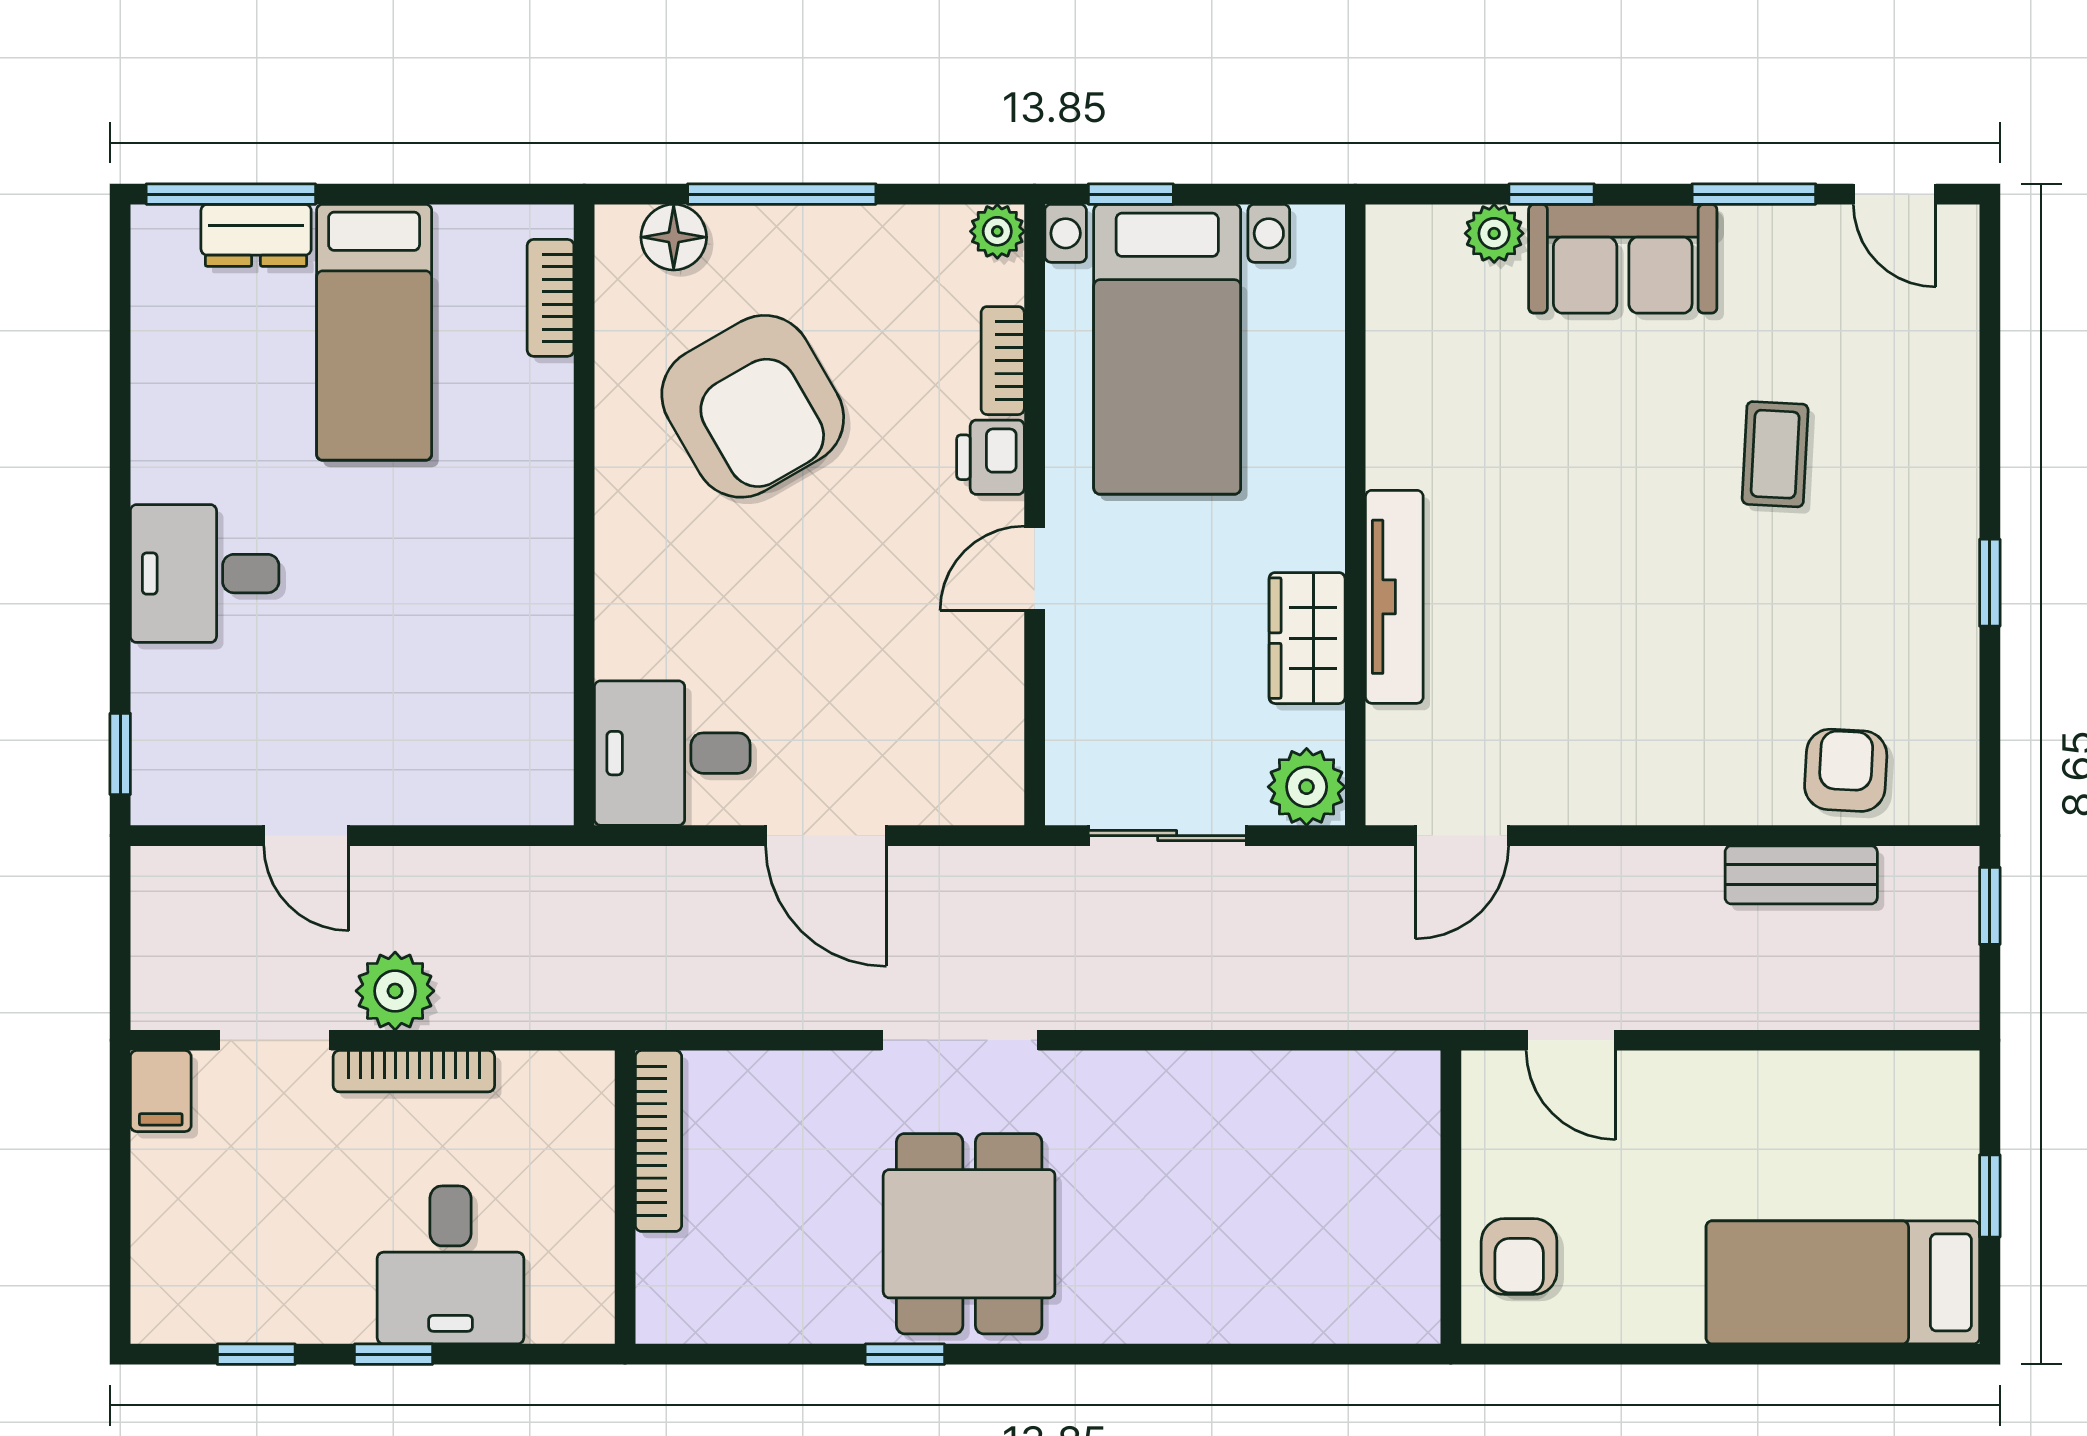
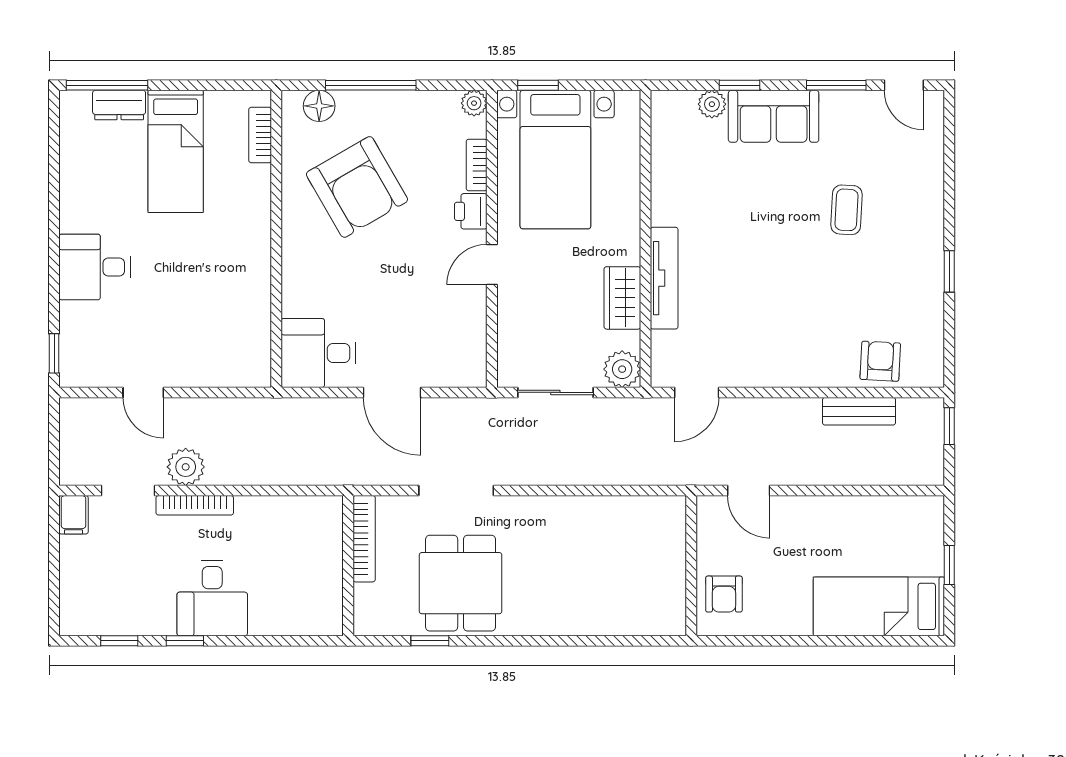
bookcase: (658, 1141) -> (364, 539), moved
wall: (625, 1197) -> (348, 566), moved

